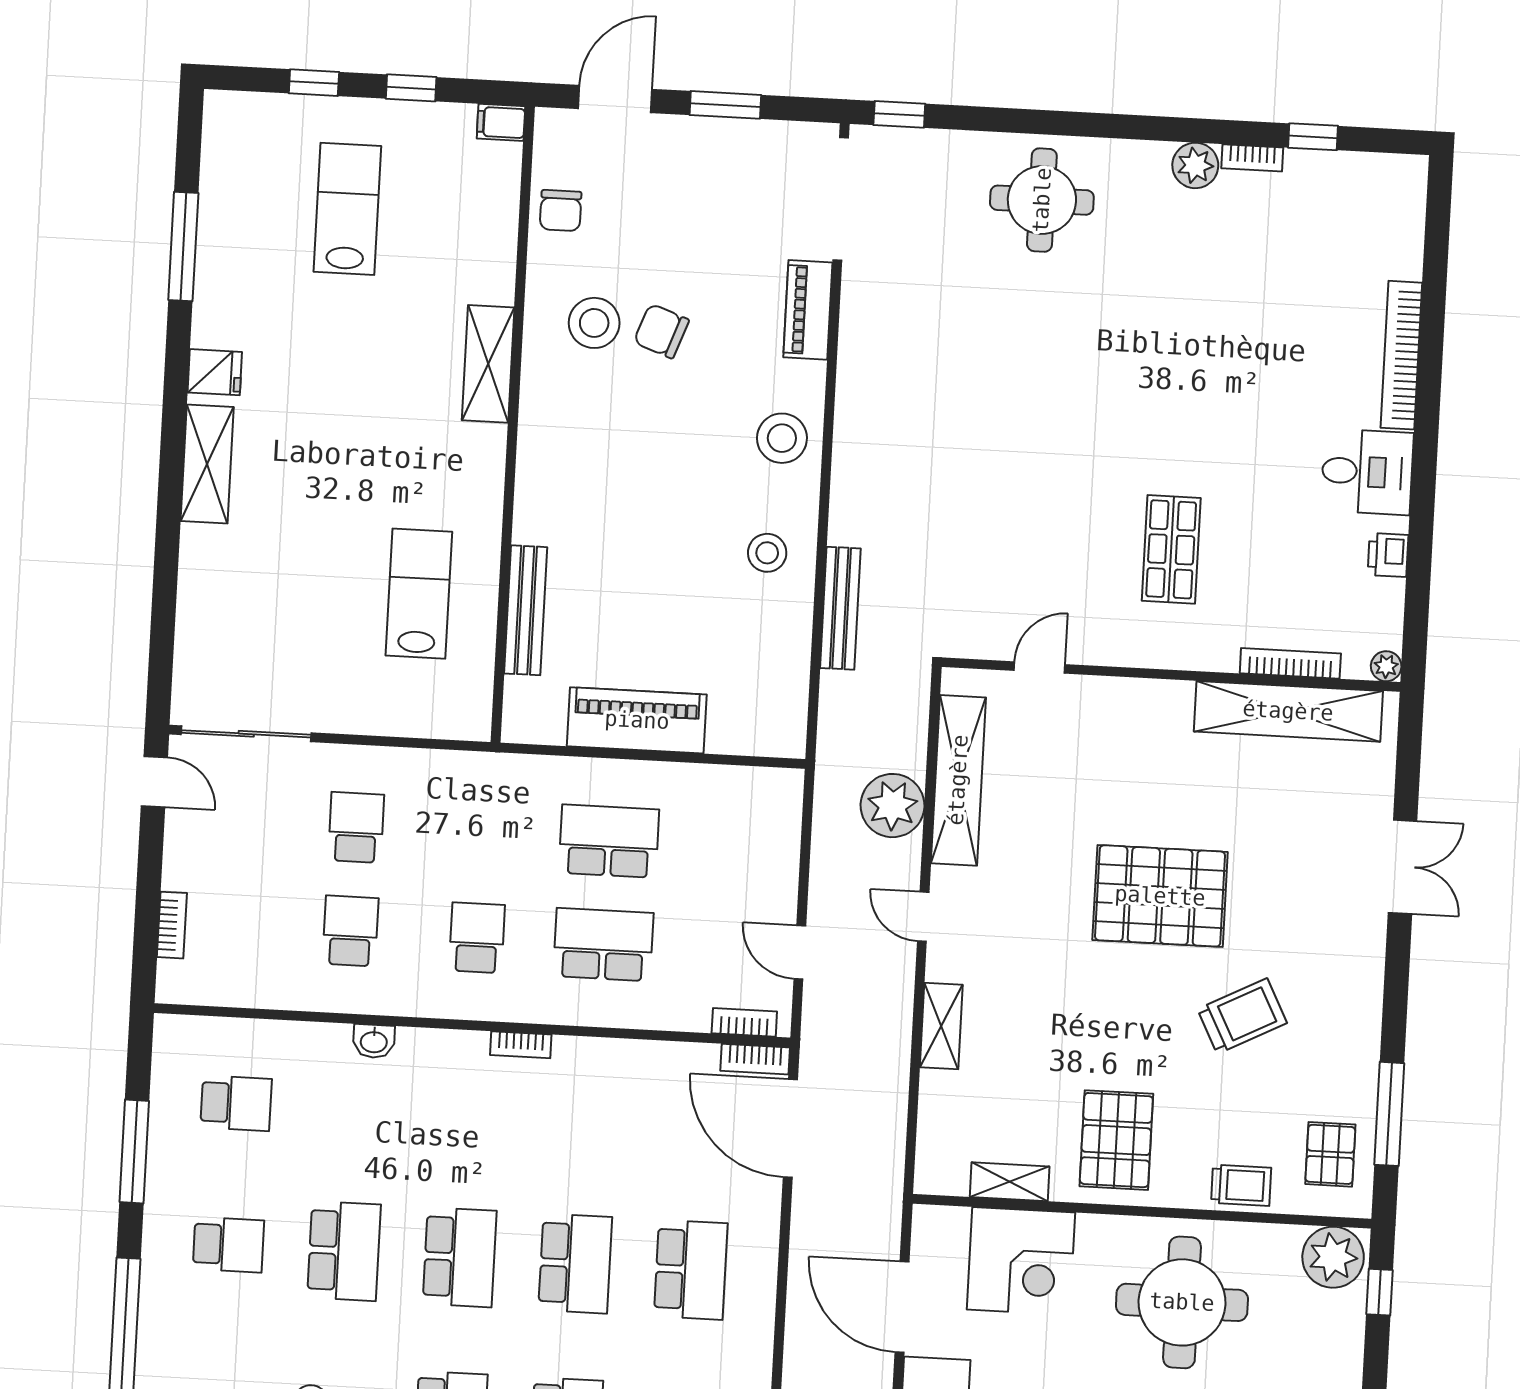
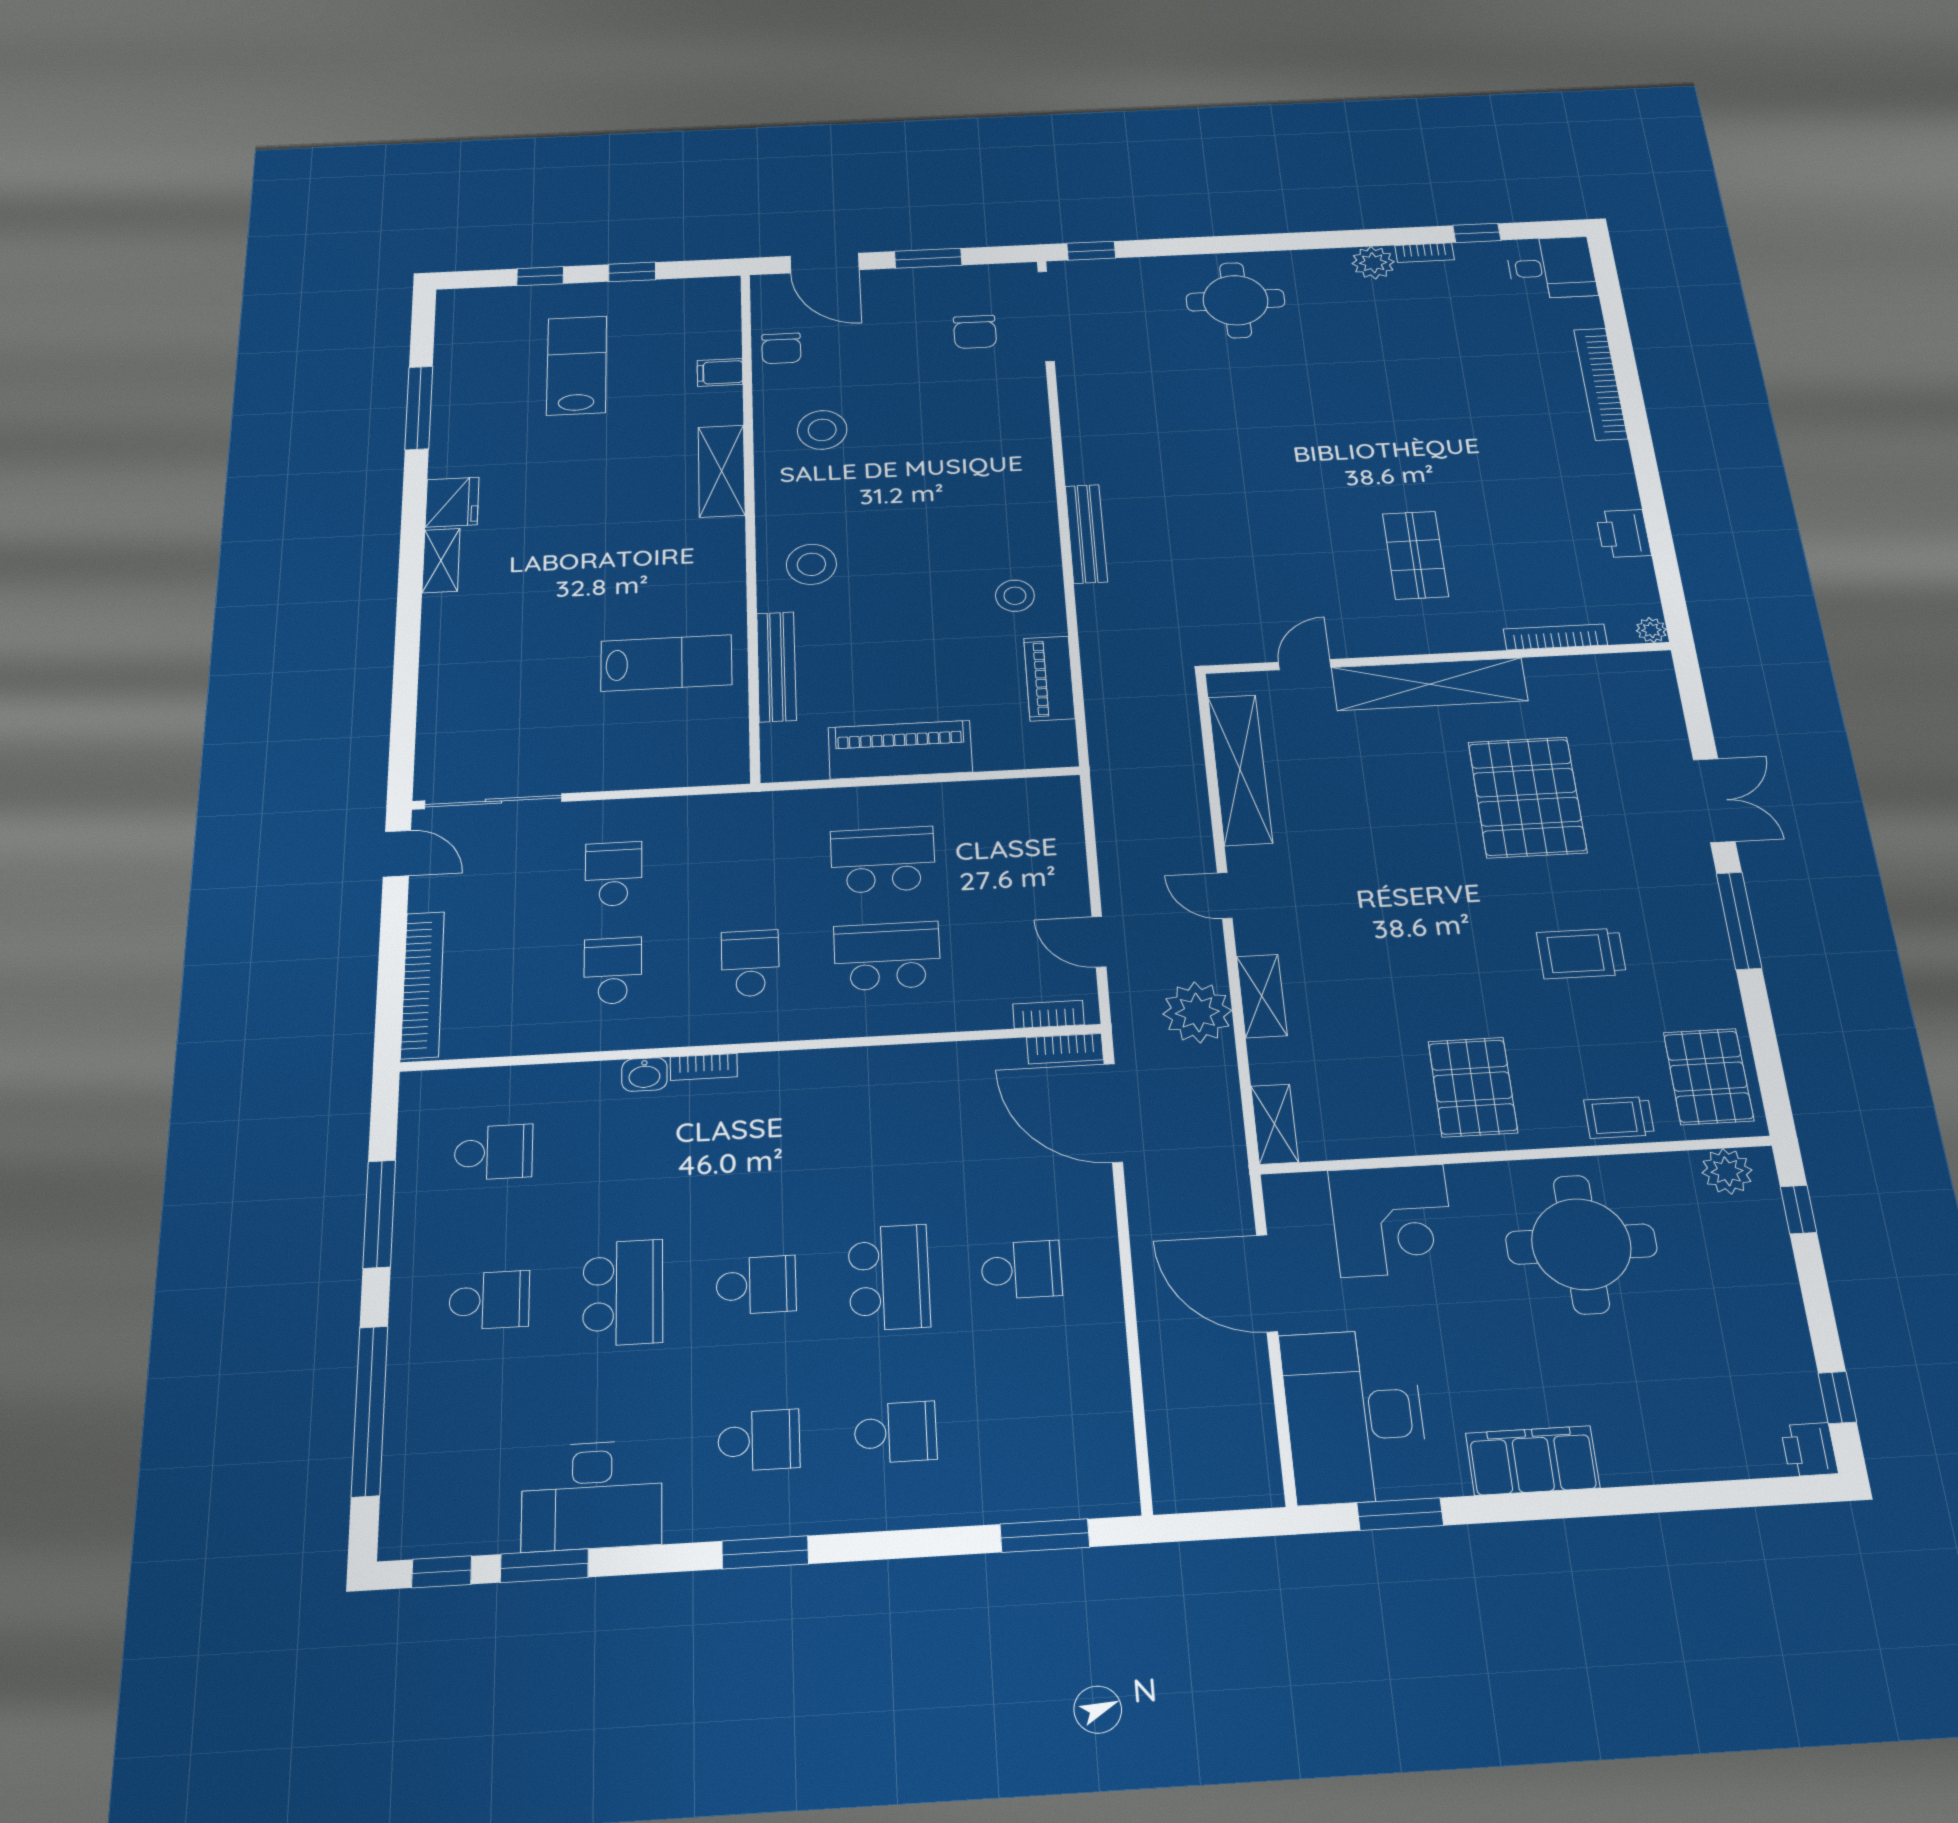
door: (615, 99) -> (825, 263), swing flipped
filing cabinet: (501, 122) -> (720, 372), moved
piano: (808, 310) -> (1049, 678), moved
chair: (661, 331) -> (975, 332), moved, turned -110
fridge: (215, 372) -> (452, 502), width x1.38
stool: (782, 438) -> (811, 564), moved
shelving: (207, 464) -> (441, 561), width x0.67, depth x0.75
desk: (1367, 472) -> (1551, 268), moved
printer: (1388, 555) -> (1623, 533), width x1.36, depth x1.24
lab bench: (419, 594) -> (666, 663), turned 90
bench: (840, 608) -> (1086, 534), moved
shelving: (1288, 711) -> (1430, 684), moved
plant: (893, 806) -> (1197, 1012), moved
pallet: (1160, 896) -> (1527, 797), moved, turned 90
bookcase: (172, 925) -> (423, 985), width x2.31, depth x1.31
trolley: (1242, 1016) -> (1581, 953), turned -153
bookcase: (521, 1045) -> (704, 1067), moved
window: (1389, 1114) -> (1739, 921), moved
pallet: (1330, 1154) -> (1708, 1077), width x1.50, depth x1.42
shelving: (1010, 1182) -> (1275, 1124), moved, turned 90
trolley: (1241, 1185) -> (1619, 1117), turned 180
school desk: (460, 1257) -> (756, 1285), width x0.54
plant: (1333, 1257) -> (1727, 1171), width x0.73, depth x0.73
school desk: (691, 1270) -> (1021, 1270), width x0.54

